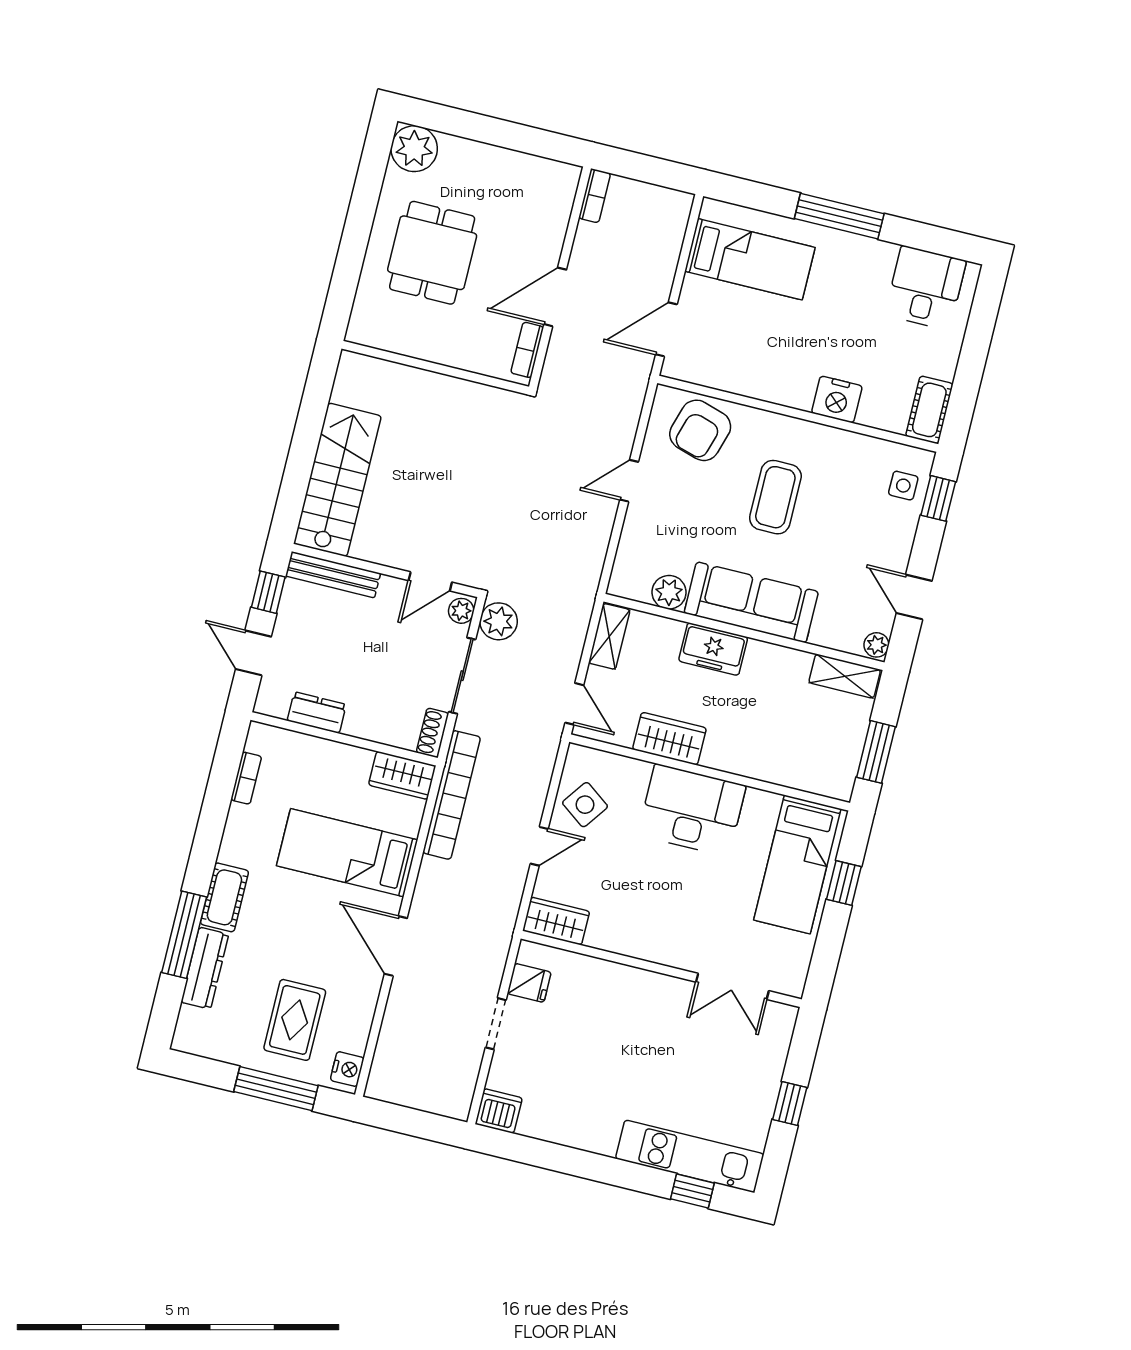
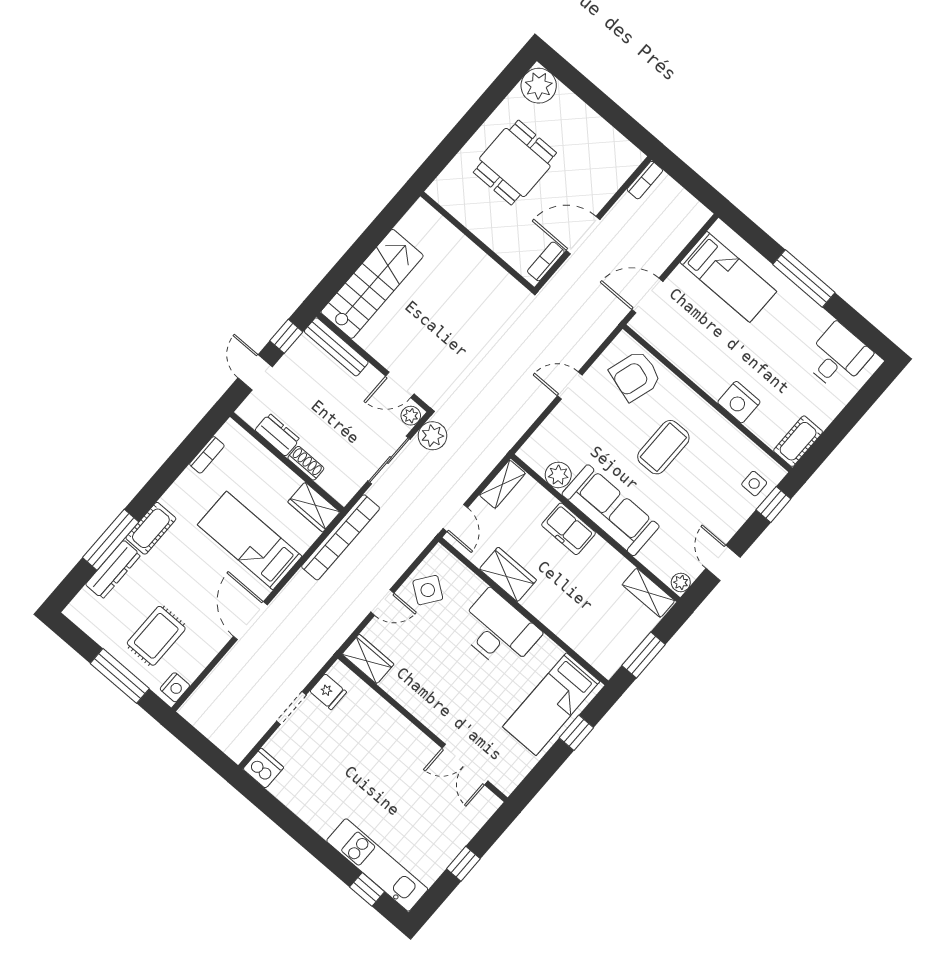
shoe rack: (433, 733) -> (306, 463), moved, turned 90

